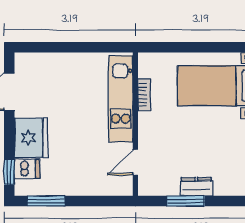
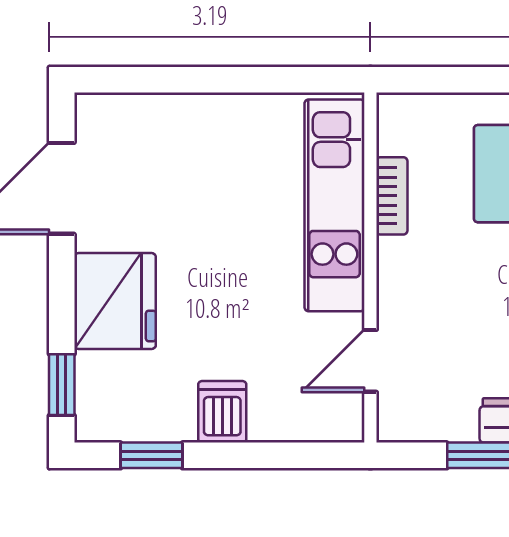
dishwasher: (27, 169) -> (222, 412), moved, turned -90
window: (46, 201) -> (152, 455), width x0.67

